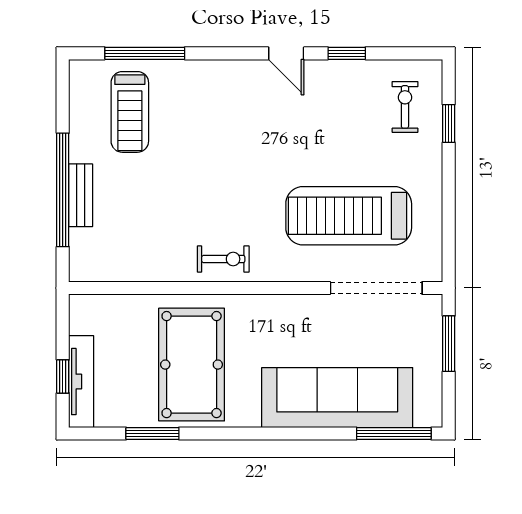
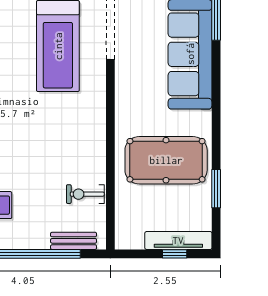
bench: (81, 195) -> (74, 241), moved
exercise bike: (223, 259) -> (85, 194), moved, turned -90

